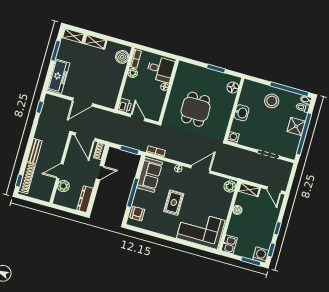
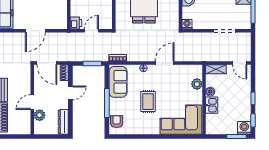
door: (138, 118) -> (91, 31), hinge flipped
plant: (230, 186) -> (197, 84), moved
kitchen sink: (229, 244) -> (212, 105), moved

